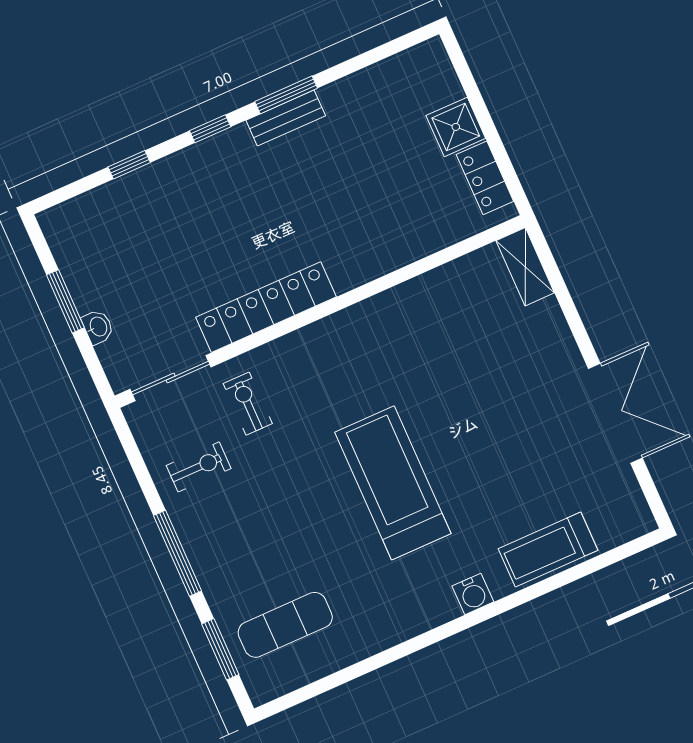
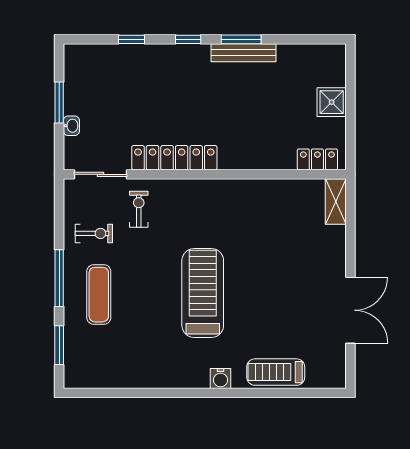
bench: (286, 118) -> (244, 53), width x1.36
locker: (485, 178) -> (317, 159), moved, turned 90
exercise mat: (285, 625) -> (99, 295), moved, turned 90

